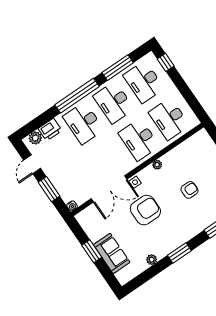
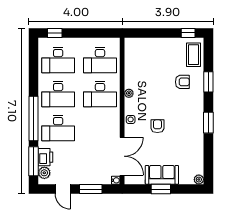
window: (118, 68) -> (34, 161), moved
double door: (109, 189) -> (122, 156), moved
armchair: (189, 190) -> (182, 82), moved, turned 90
armchair: (145, 210) -> (157, 126), width x0.53, depth x0.53
sofa: (112, 253) -> (162, 175), moved
plant: (152, 260) -> (199, 180), moved

